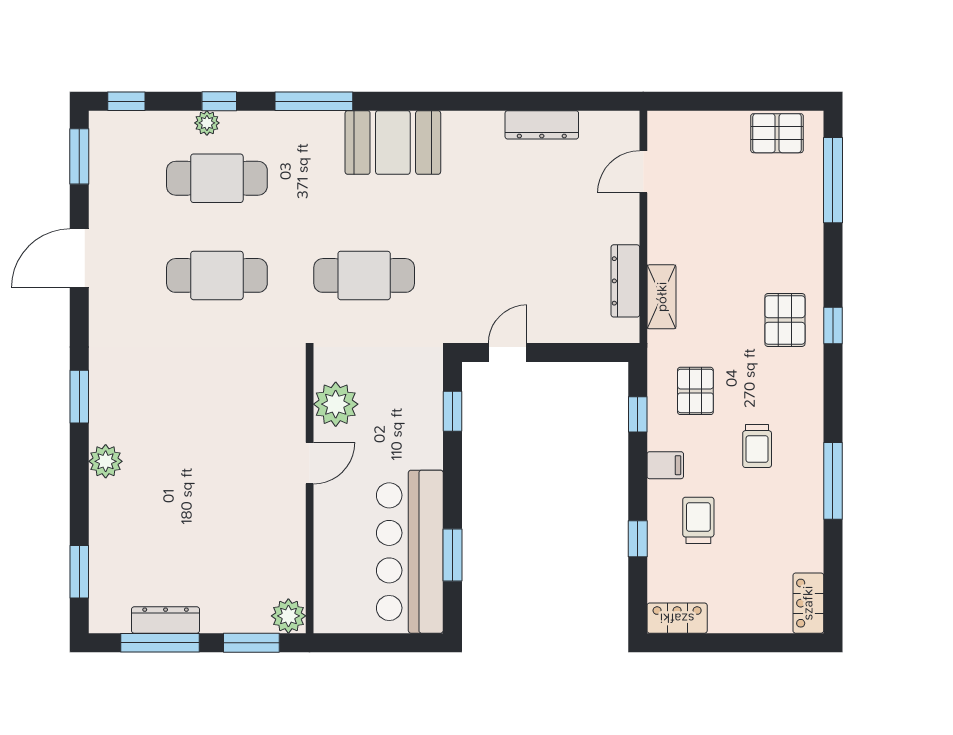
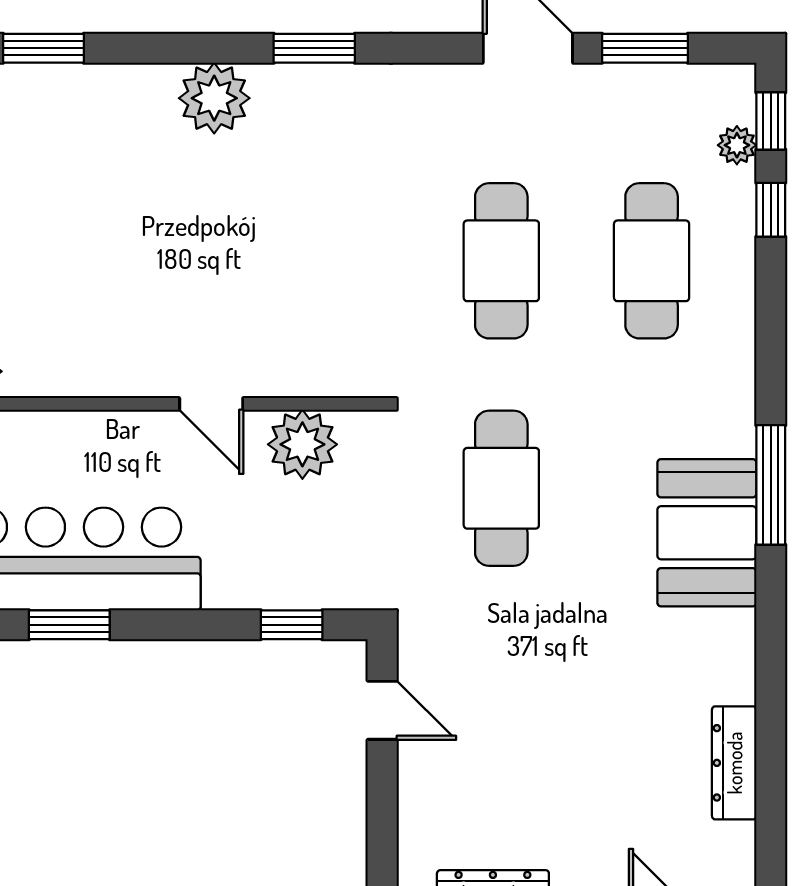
window: (219, 101) -> (771, 210), moved
window: (314, 101) -> (771, 485), moved
plant: (207, 123) -> (737, 145), moved
window: (79, 156) -> (645, 48), moved
plant: (106, 461) -> (214, 98), width x1.36, depth x1.36

